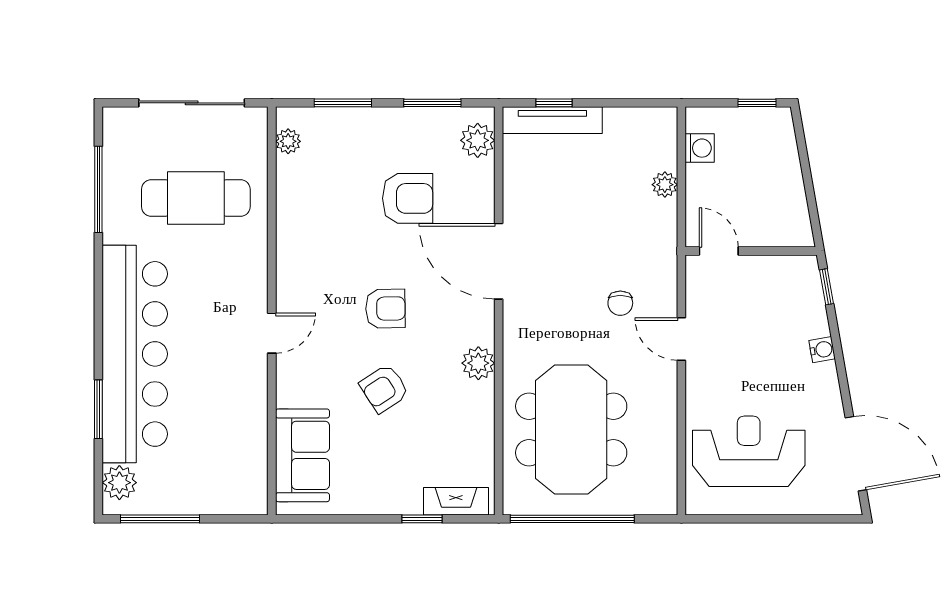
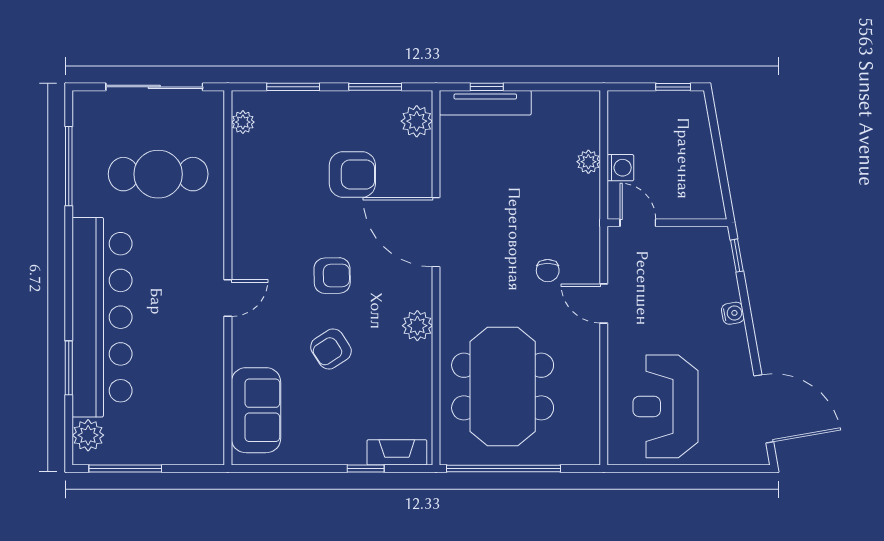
washing machine: (700, 148) -> (620, 168), moved
reception desk: (749, 451) -> (665, 406), turned -90

